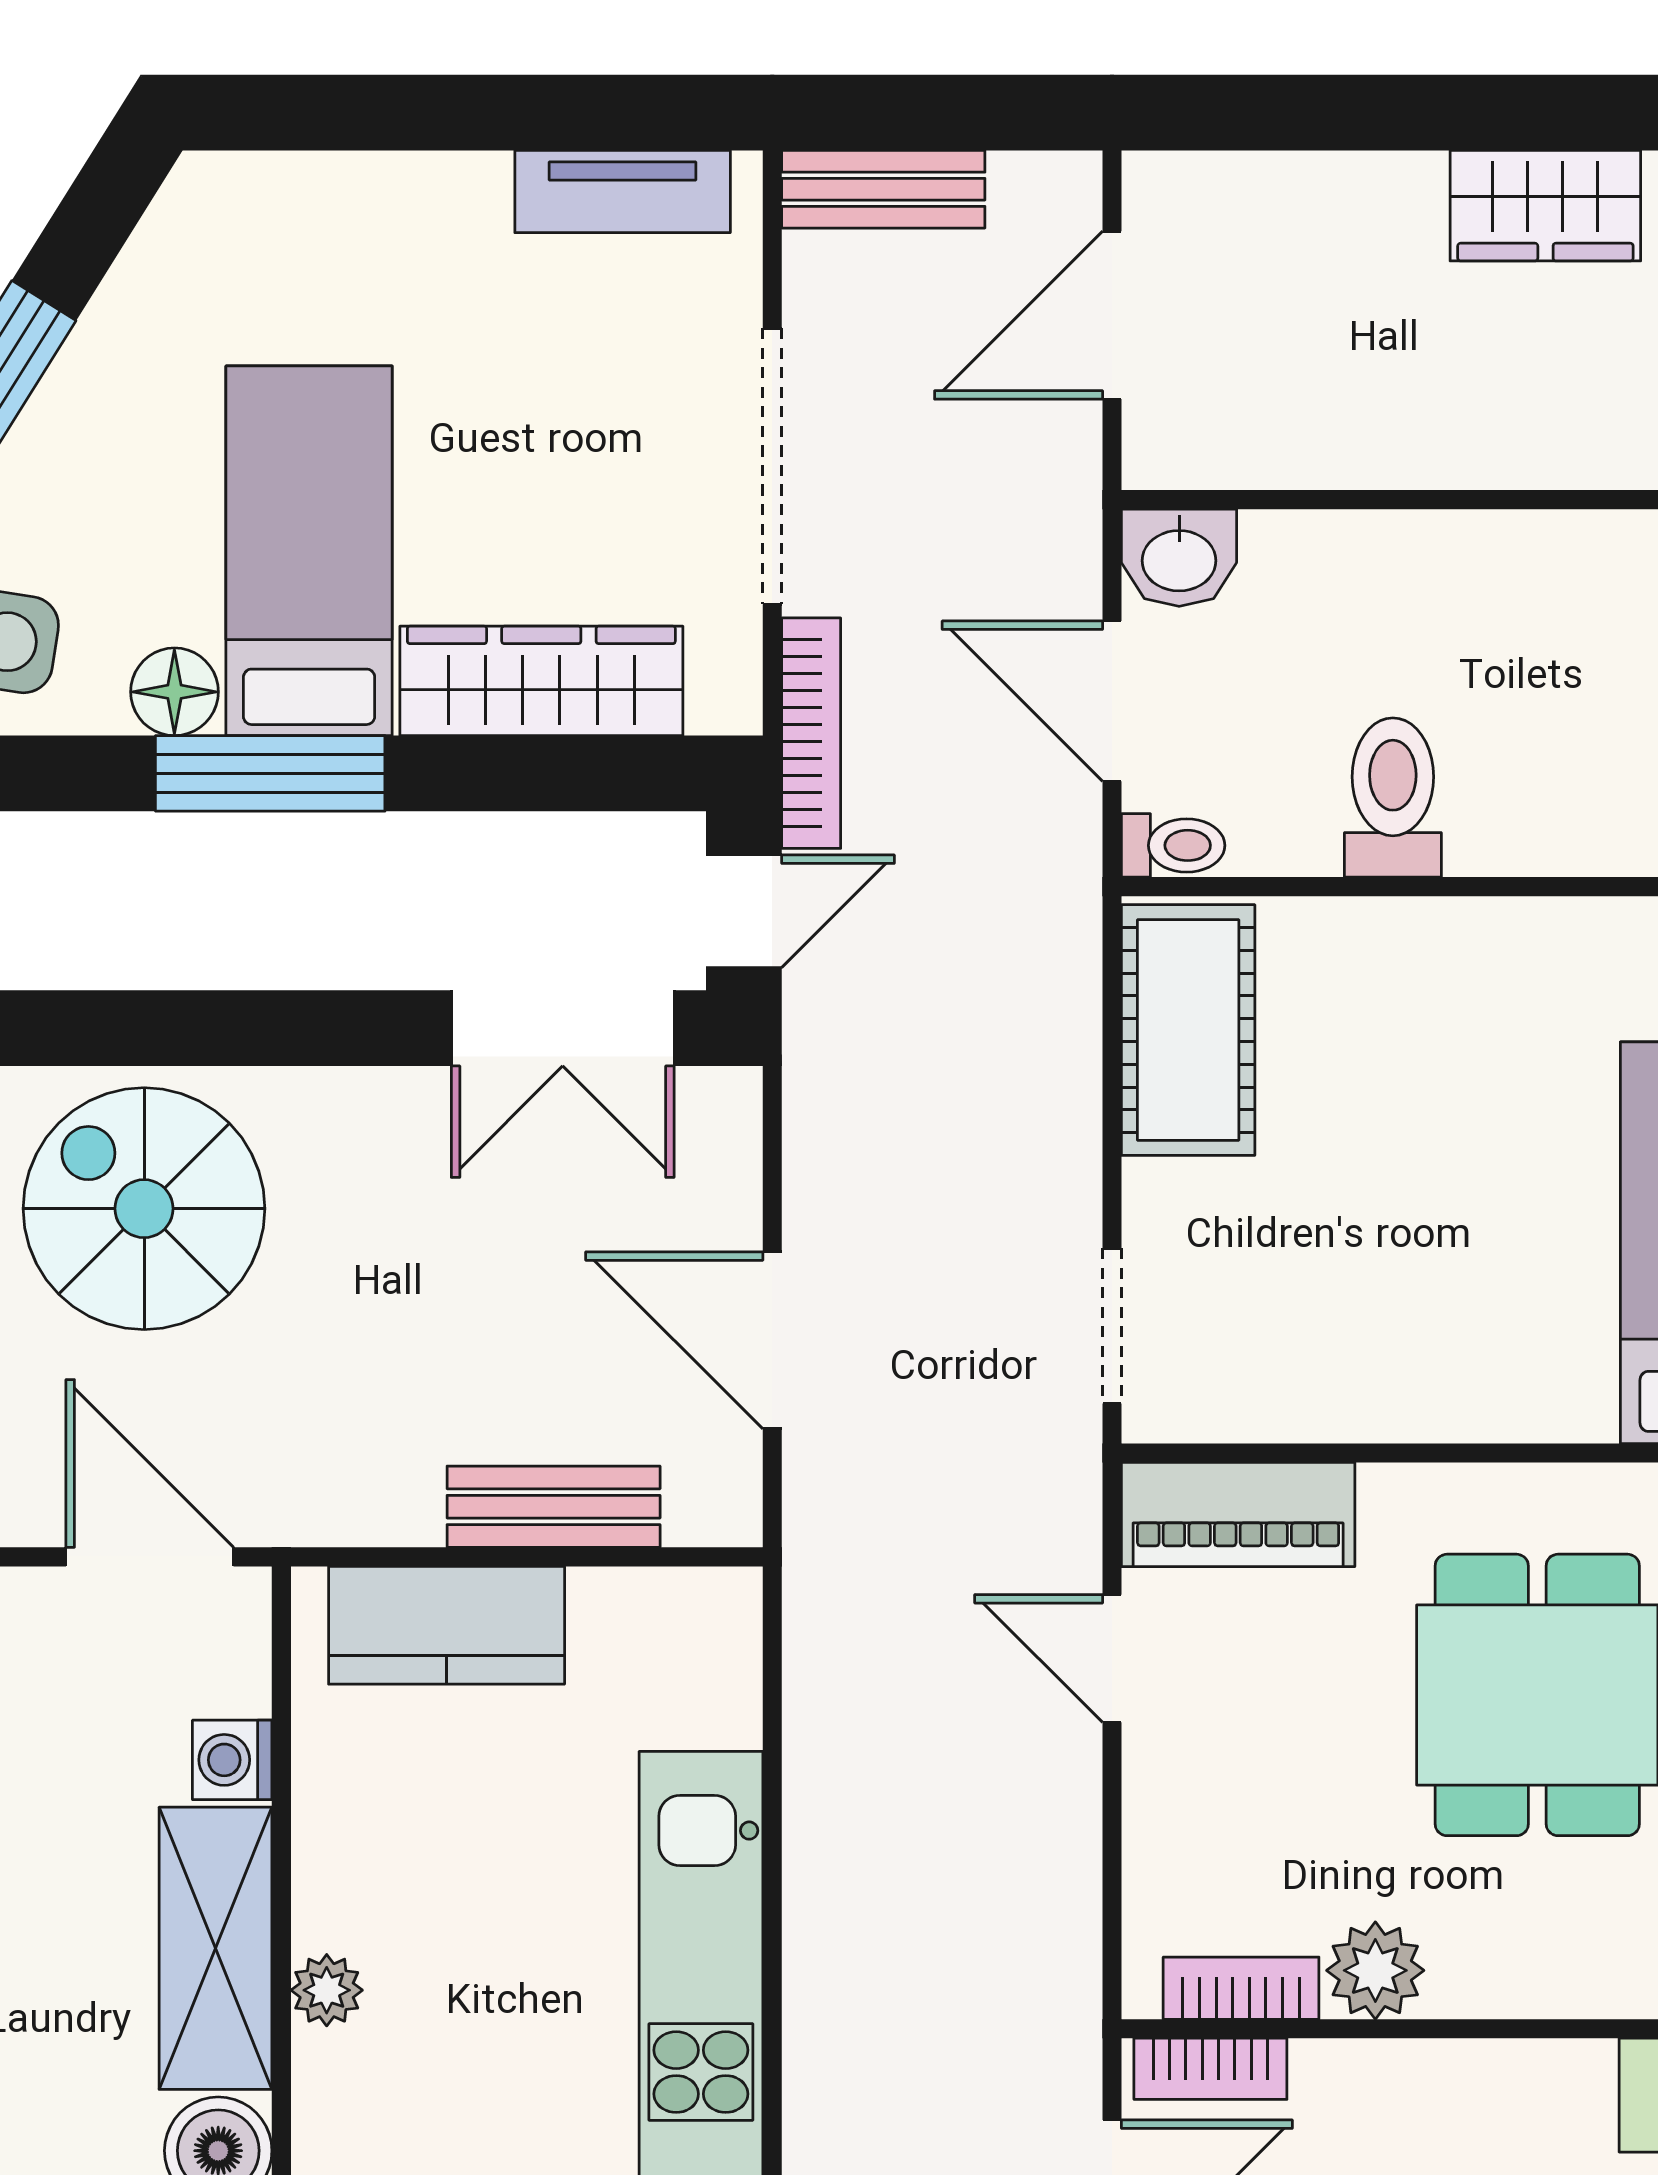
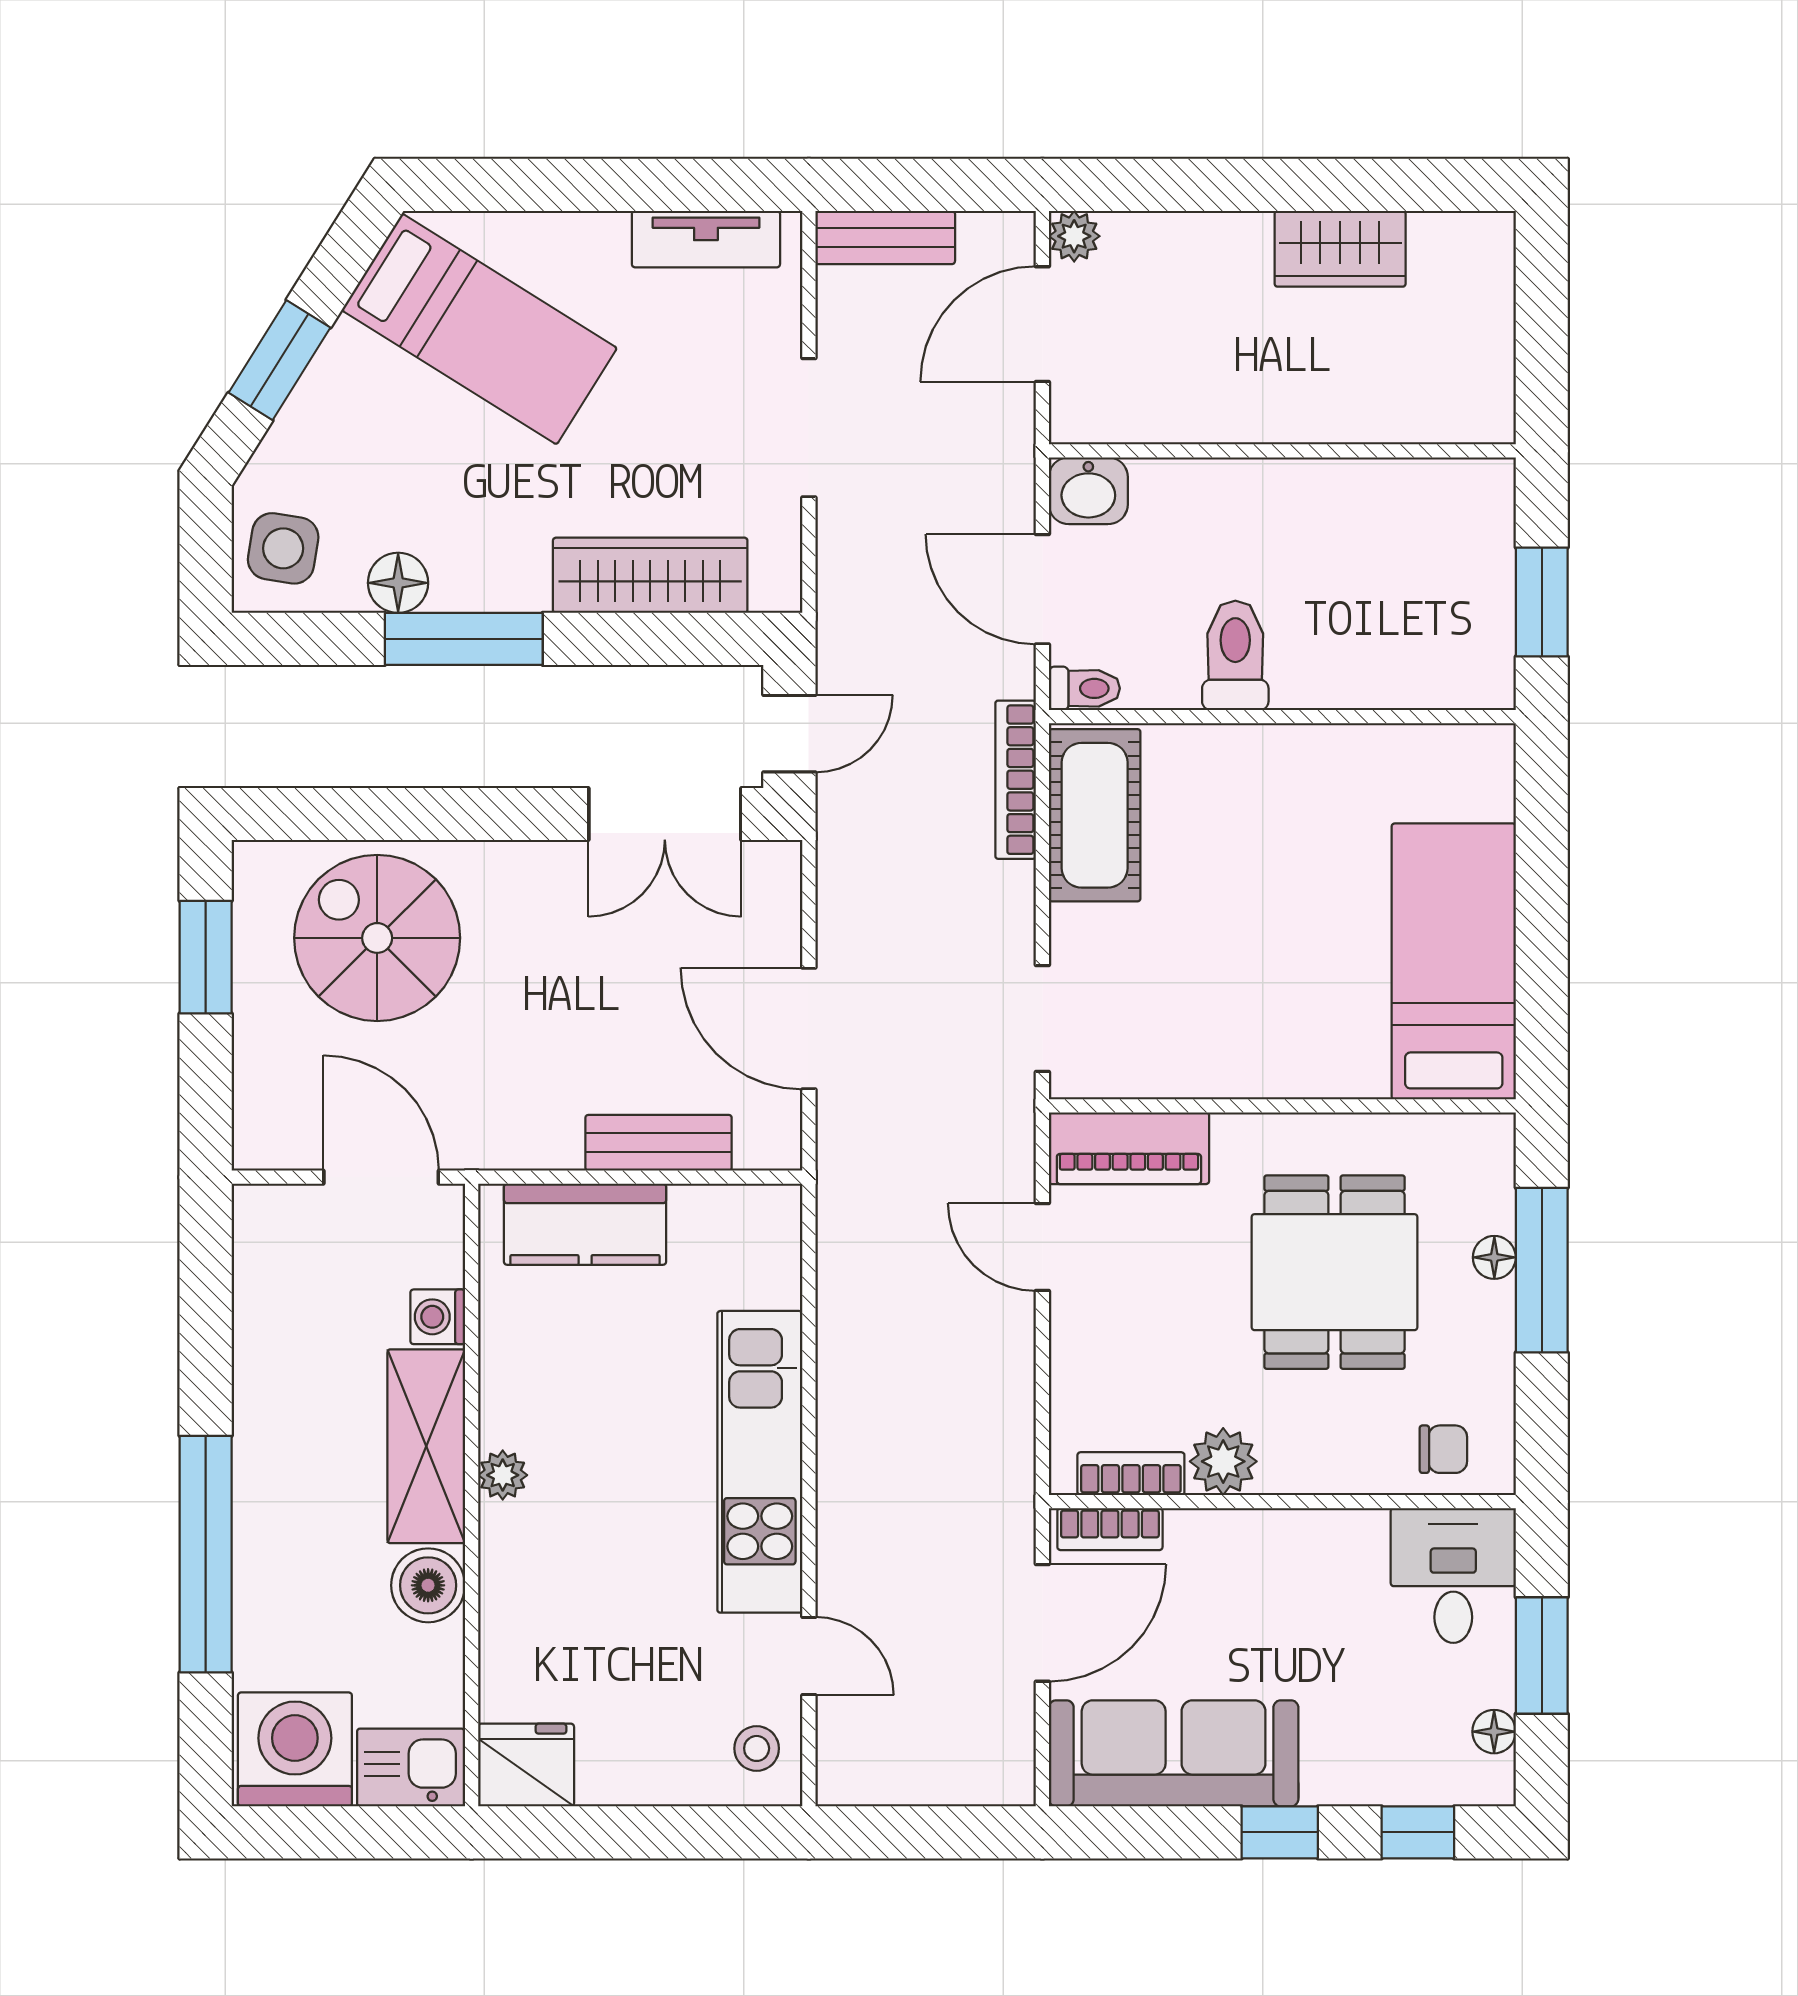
plant: (1158, 187) -> (1074, 236), added
doorway: (772, 466) -> (809, 428), width x0.73
bed: (309, 551) -> (479, 329), moved, turned 122
bookcase: (811, 733) -> (1016, 780), moved, turned 180

